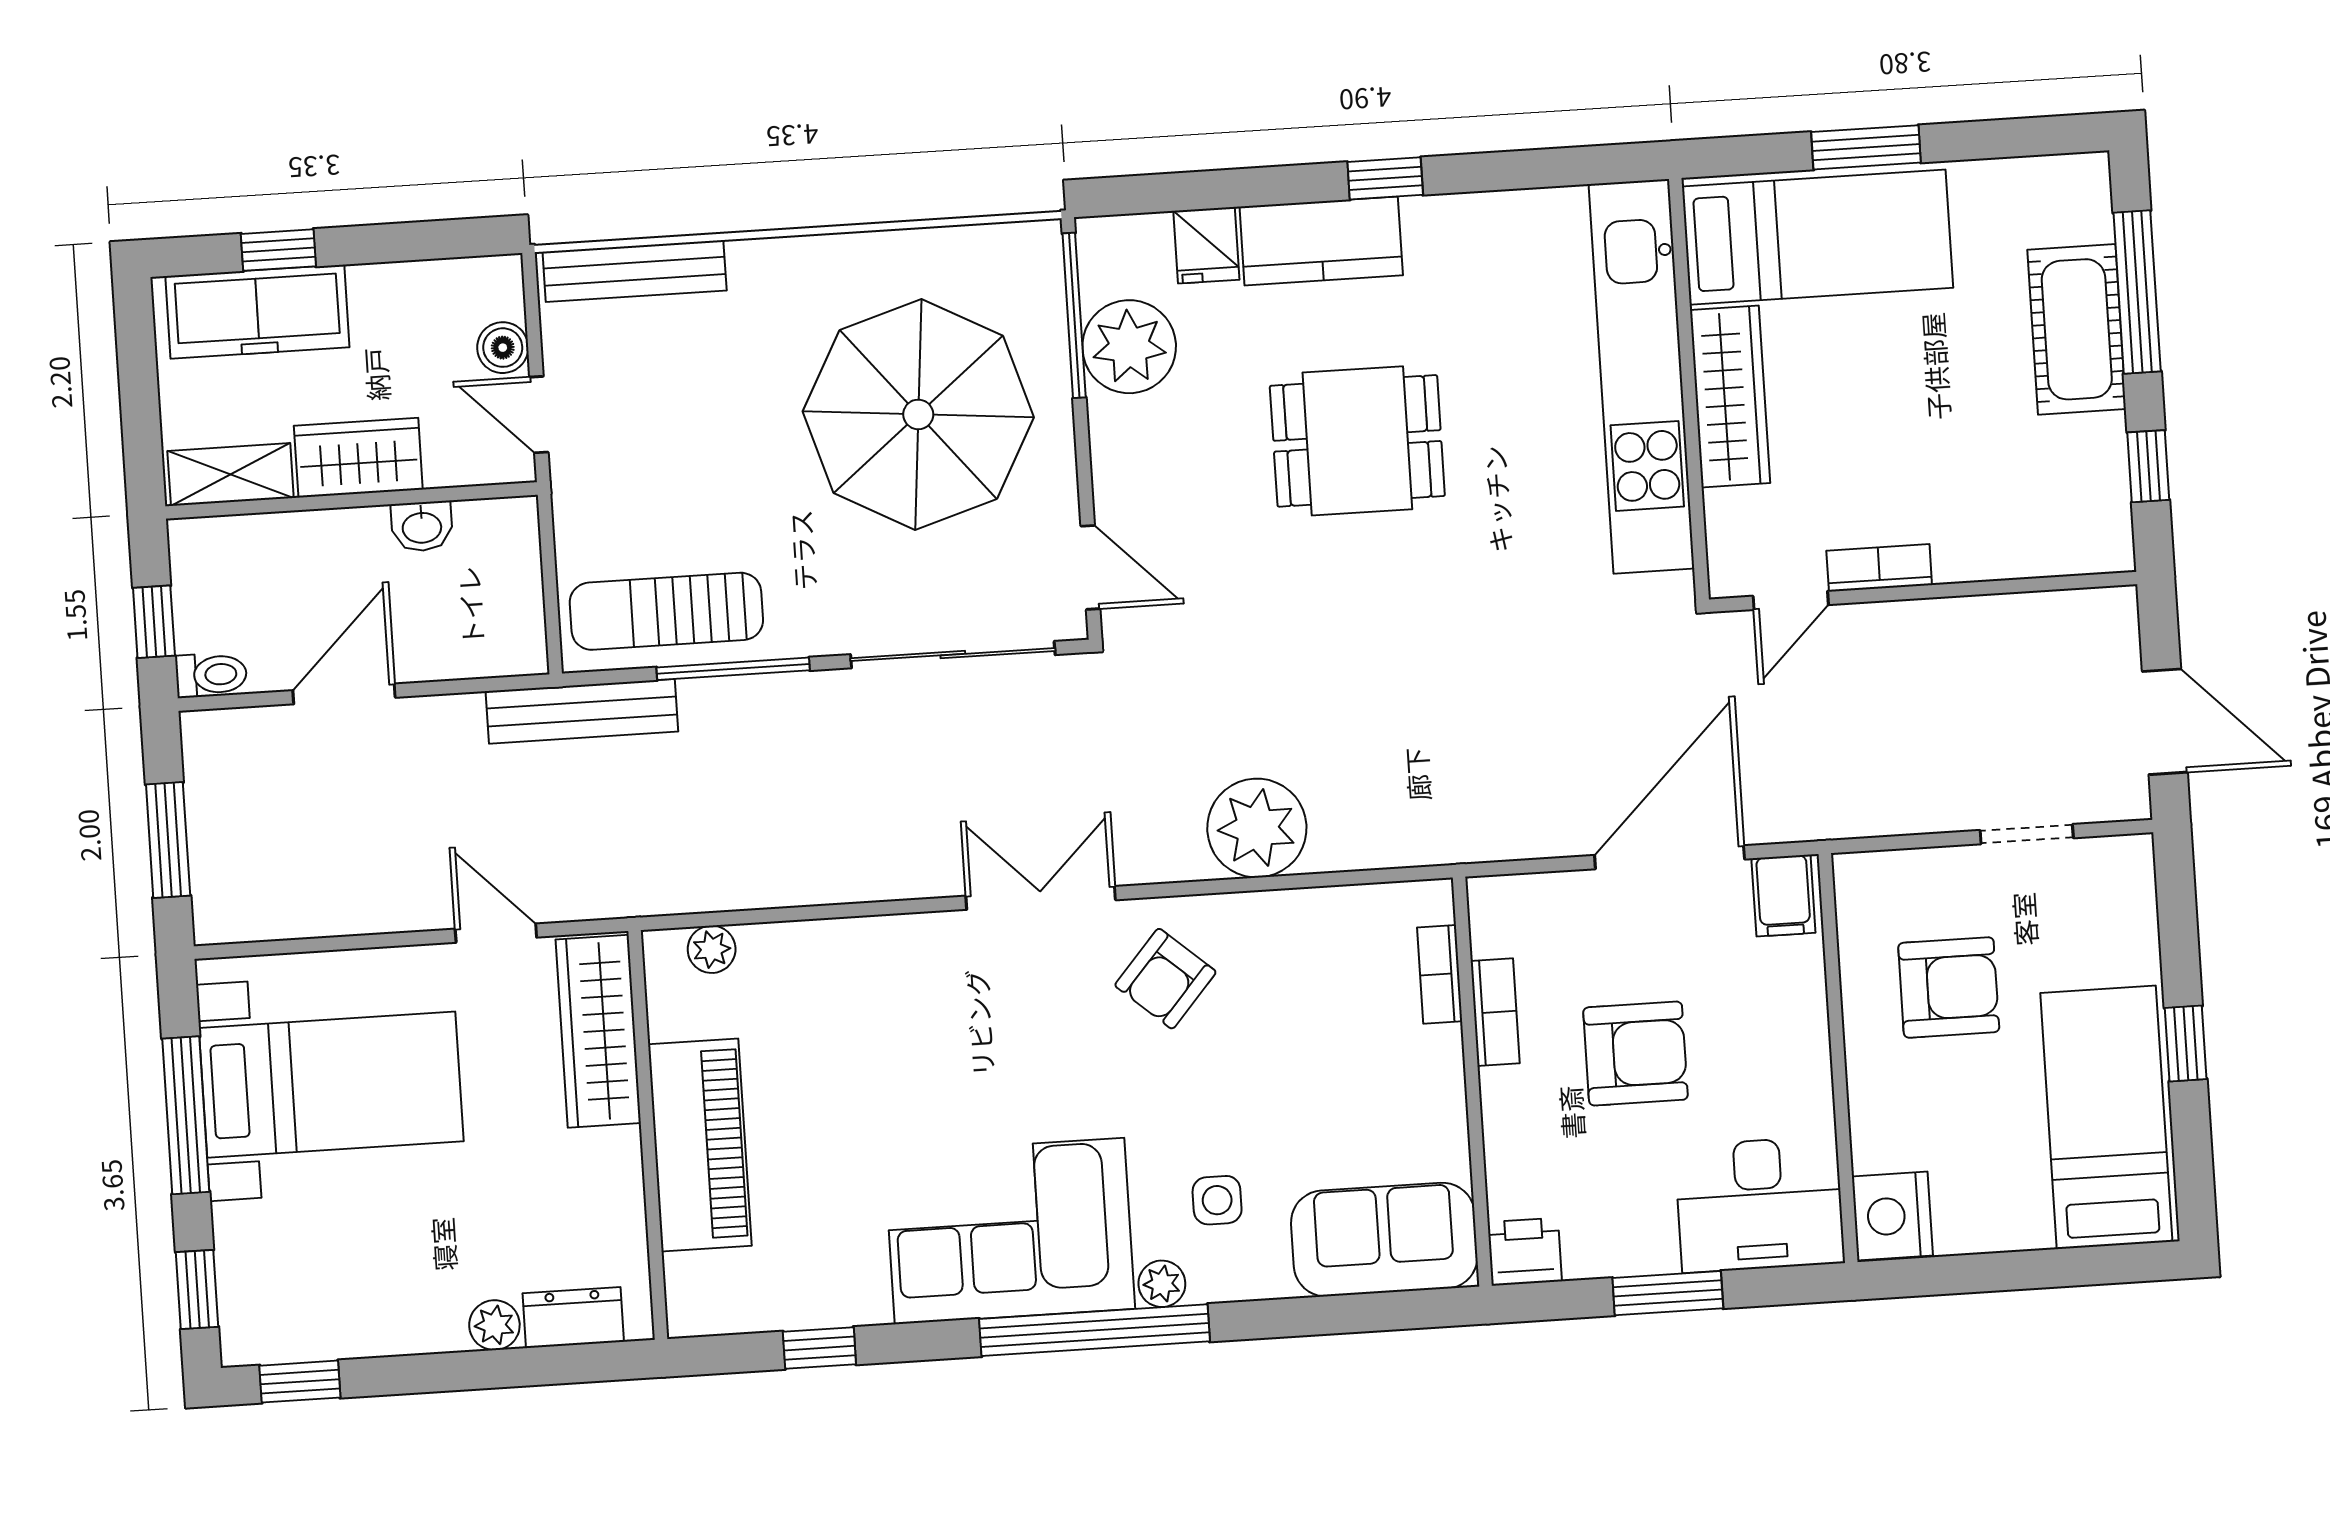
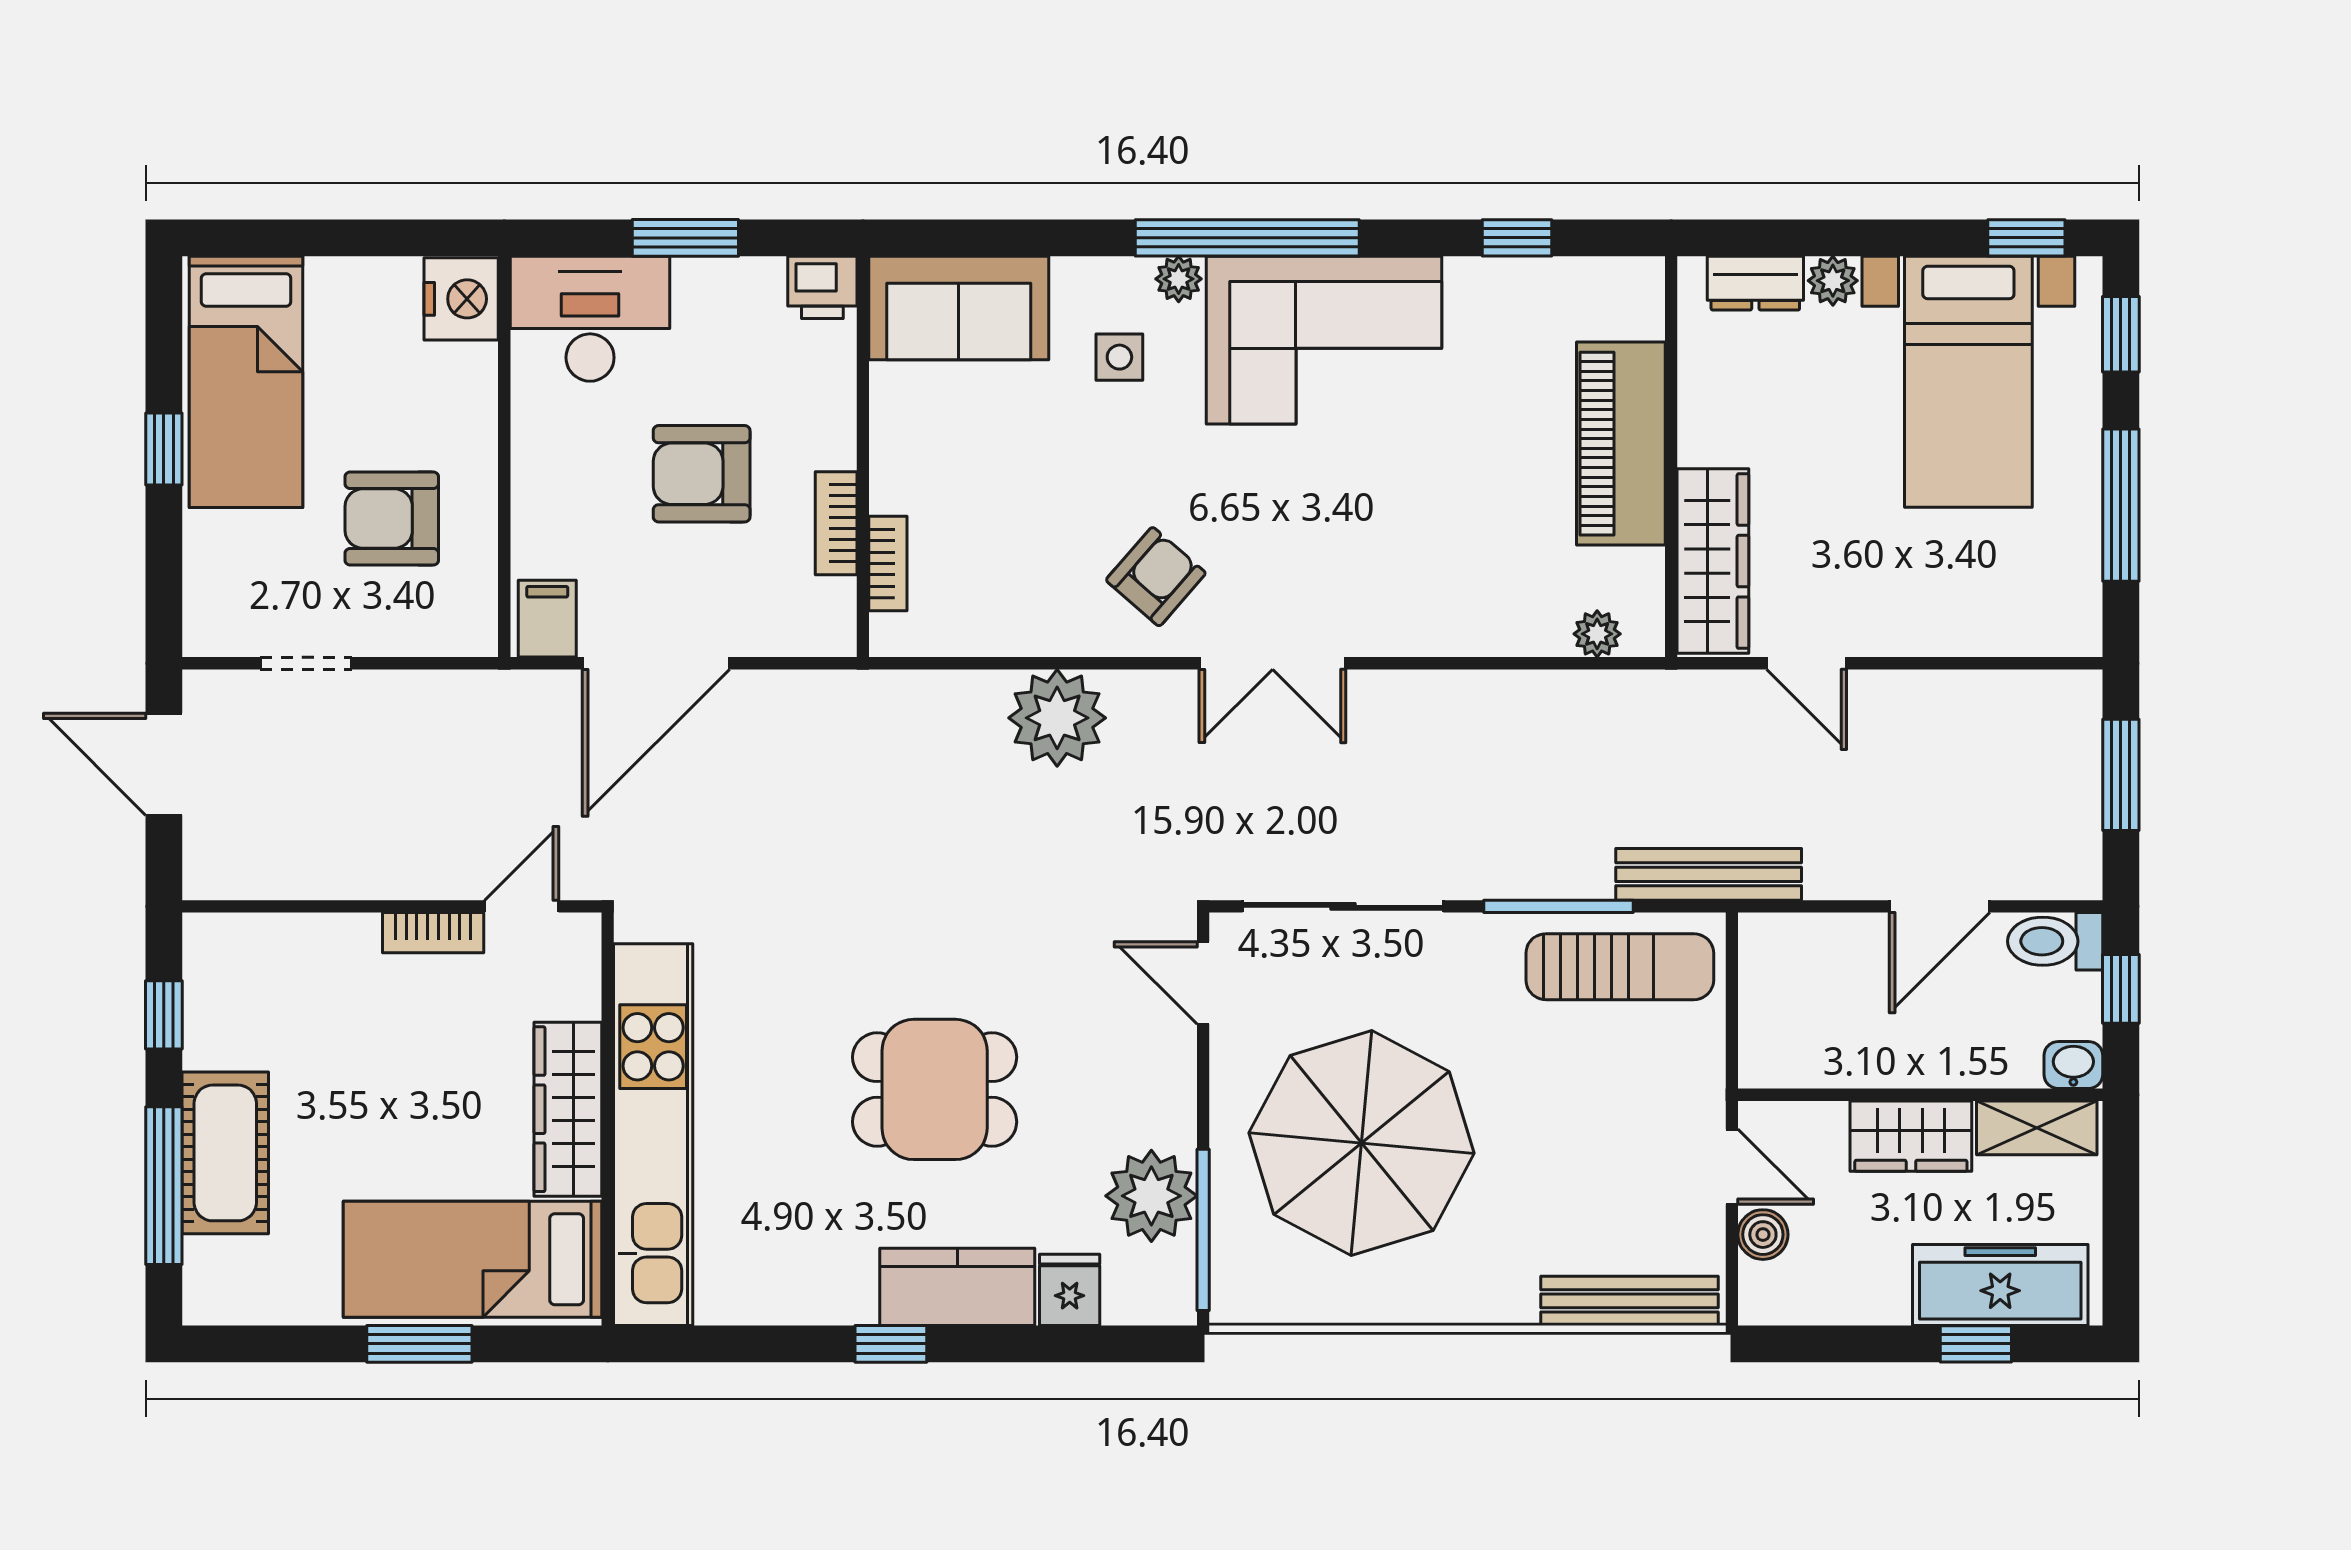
washbasin: (422, 526) -> (2073, 1065), moved
toilet: (211, 675) -> (2055, 941), width x1.37, depth x1.39
bed with nightstands: (331, 1085) -> (1968, 382), moved, turned -90

